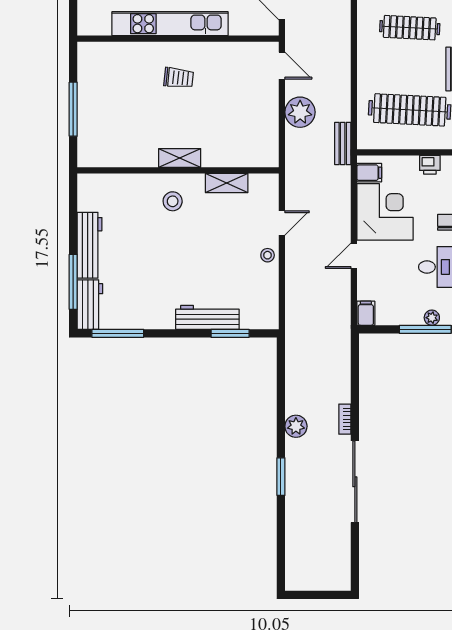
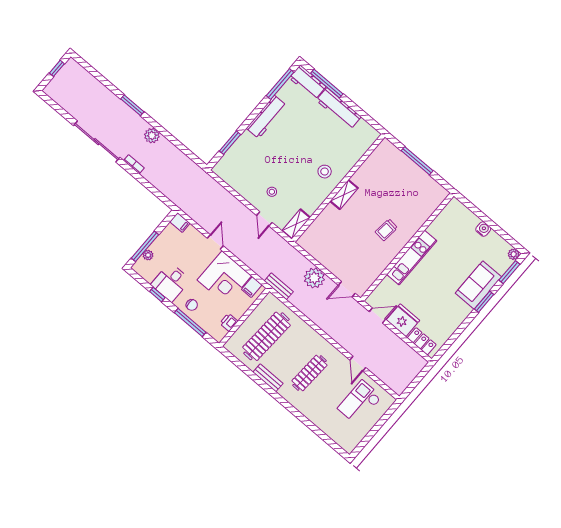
kitchen unit: (170, 24) -> (412, 258), width x0.73
shelving: (227, 183) -> (296, 224), moved
stool: (268, 255) -> (272, 192), moved
workbench: (207, 317) -> (266, 117), moved
window: (311, 595) -> (57, 68), added

